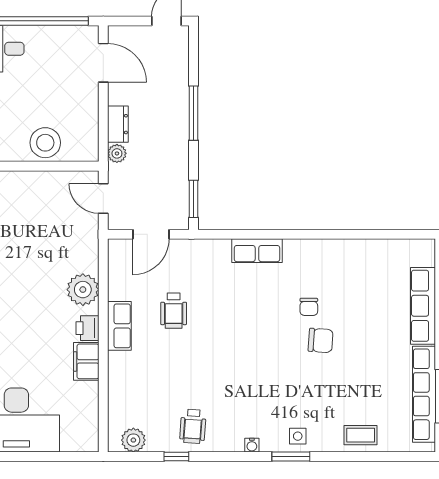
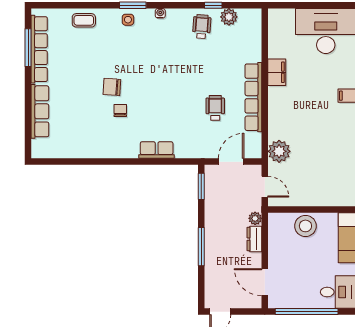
plant: (83, 290) -> (279, 151), moved
row of seats: (119, 326) -> (253, 97), width x2.02
printer: (87, 328) -> (276, 96), removed
plant: (133, 440) -> (229, 17), moved

